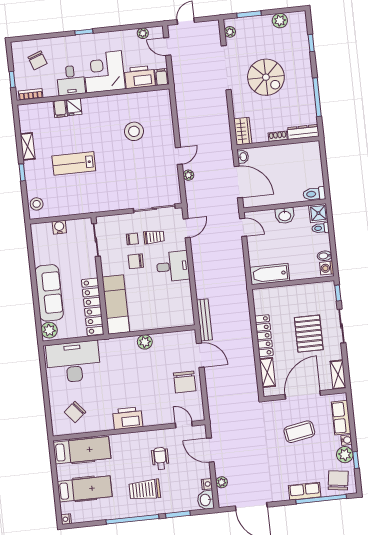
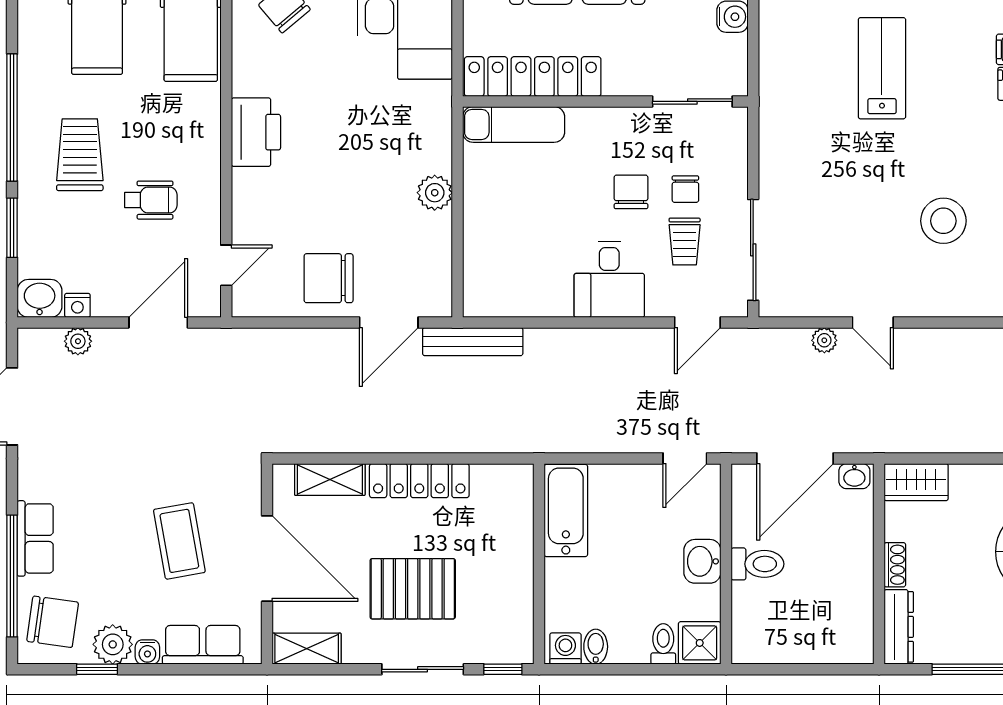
toilet: (314, 194) -> (757, 564), moved, turned 90
door: (187, 228) -> (697, 322), hinge flipped
exam couch: (116, 305) -> (514, 124), width x0.73, depth x0.69

